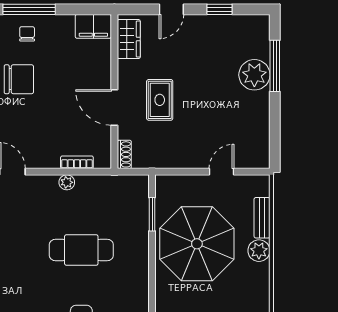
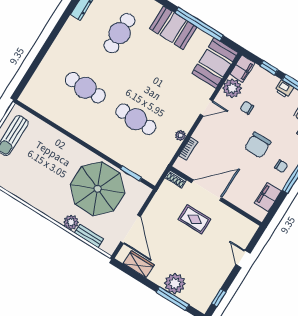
window: (219, 9) -> (219, 298), moved
filing cabinet: (93, 26) -> (268, 197), moved
wardrobe: (129, 39) -> (139, 264), moved, turned 180
door: (114, 107) -> (207, 190), width x1.36
door: (222, 172) -> (130, 229), width x1.88
cafe table: (81, 250) -> (136, 119), turned 90

